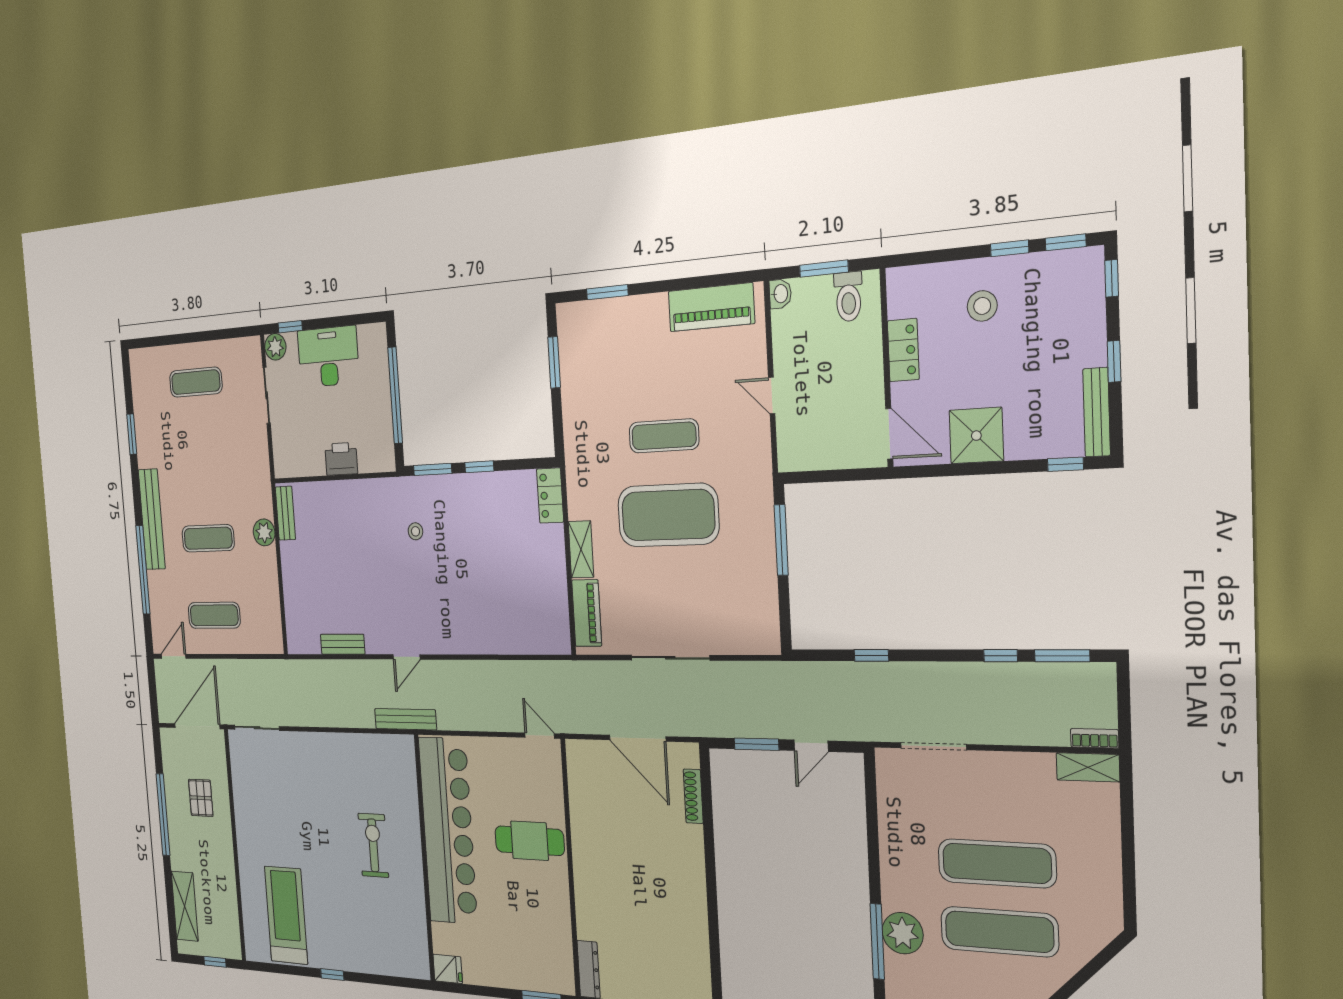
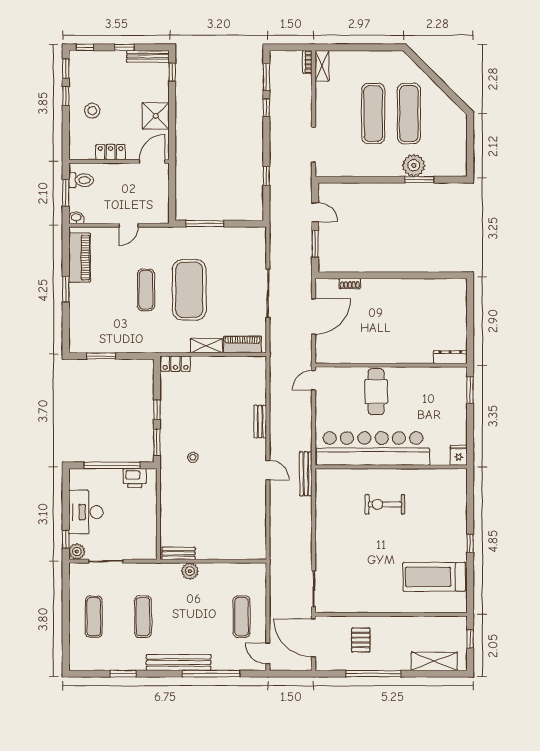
window: (607, 292) -> (66, 289), moved
printer: (341, 459) -> (135, 478), moved, turned -90
exercise mat: (208, 538) -> (143, 617), moved
bench: (343, 644) -> (260, 422), moved
shoe rack: (693, 796) -> (350, 284), width x0.70
pallet: (201, 798) -> (361, 640), turned 90
window: (877, 942) -> (419, 180), width x0.69

